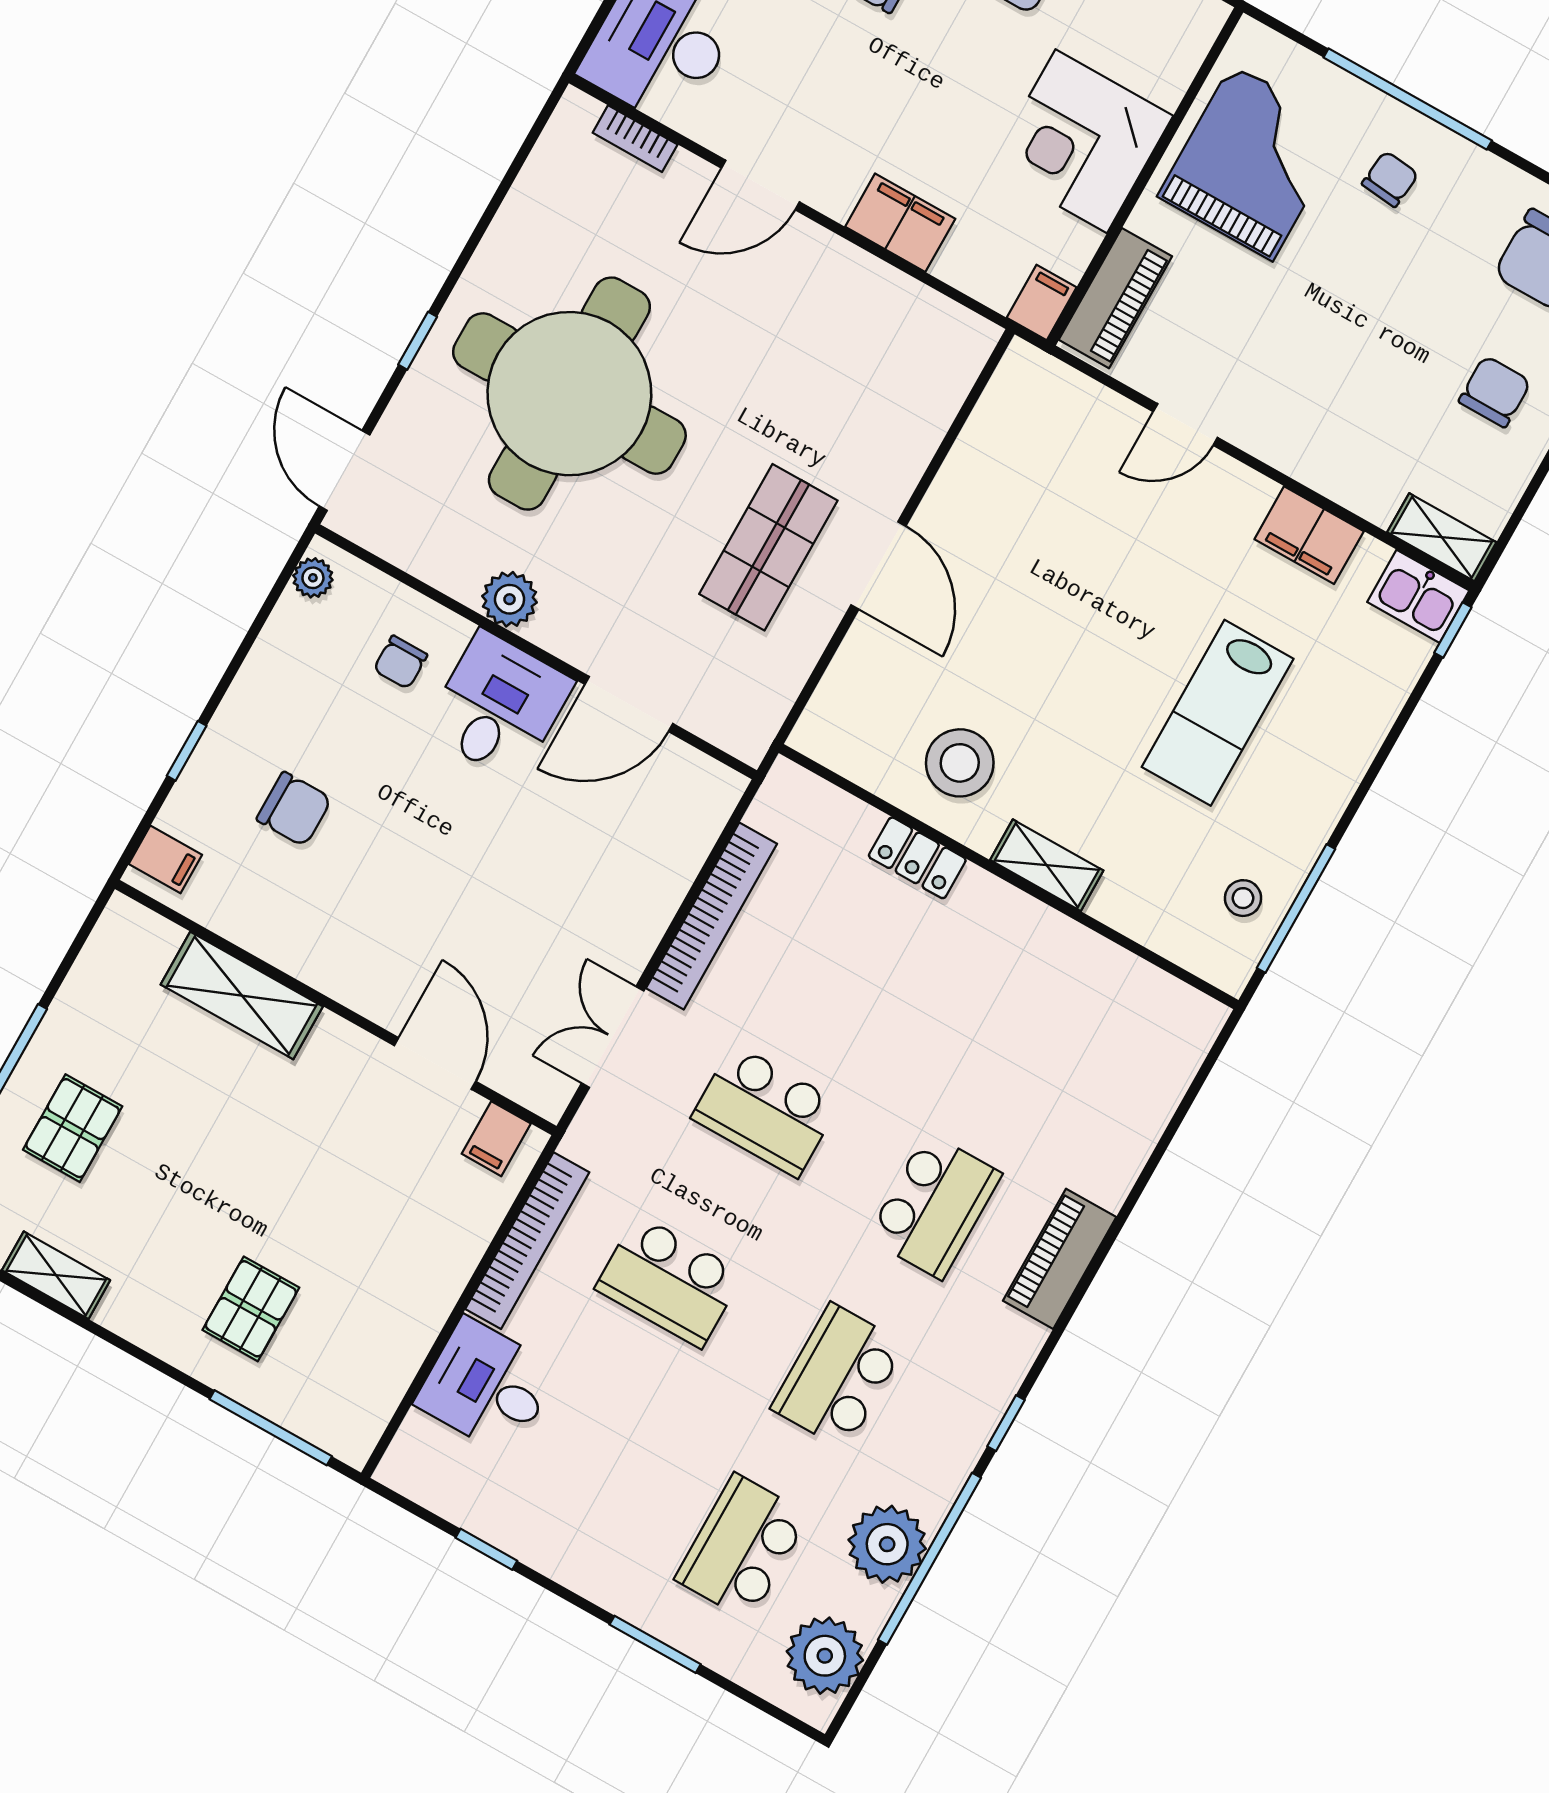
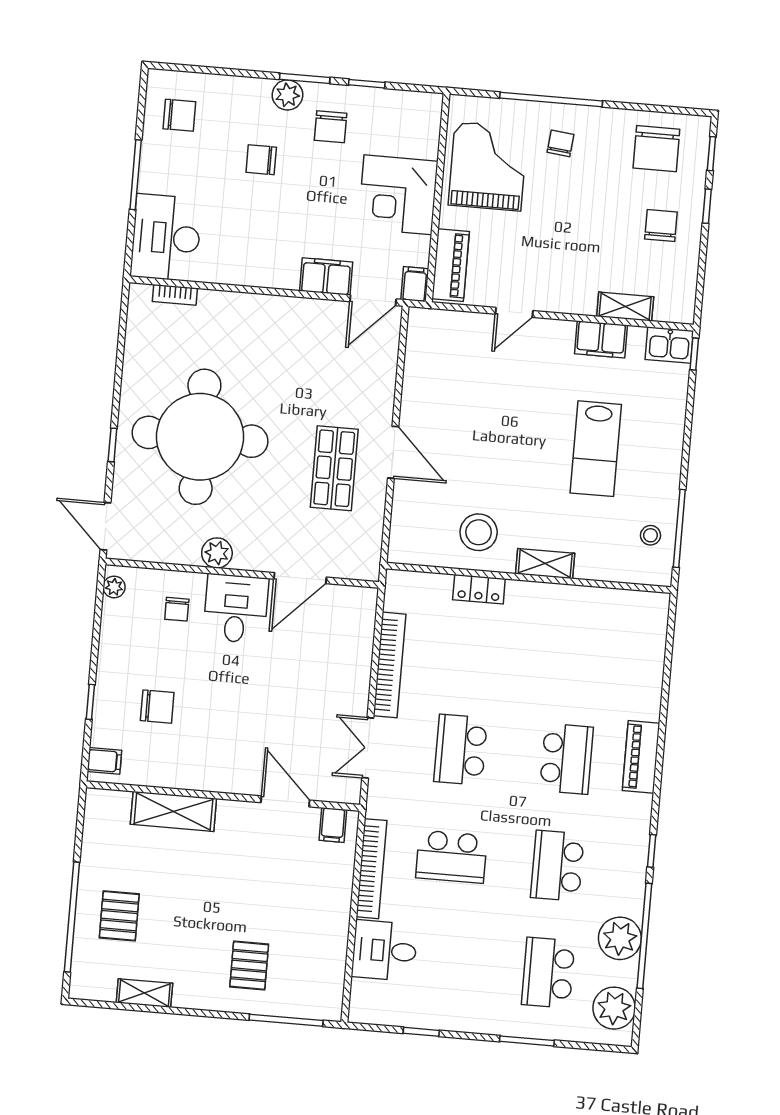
door: (760, 185) -> (373, 300), moved
shelving: (1442, 537) -> (625, 307), moved
school desk: (765, 1111) -> (461, 750), turned 90

